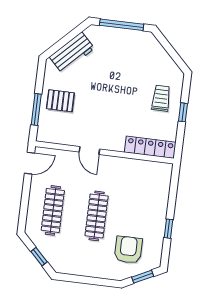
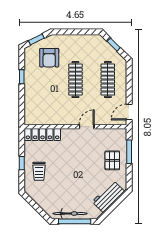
bicycle: (126, 36) -> (70, 214), added
pallet: (60, 101) -> (112, 160), turned 90
door: (89, 151) -> (87, 127), hinge flipped

